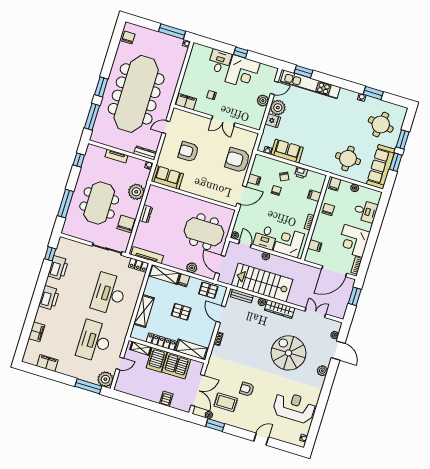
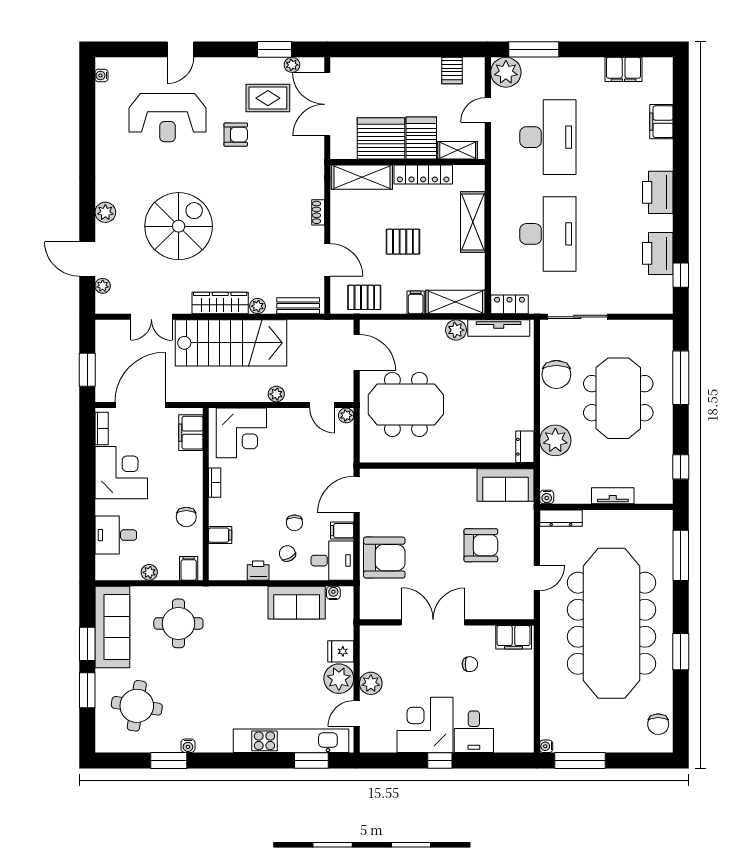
window: (101, 87) -> (681, 652), moved
double door: (223, 121) -> (433, 622), width x1.37
dresser: (146, 214) -> (525, 447), moved
desk: (266, 237) -> (332, 561), moved, turned 90
filing cabinet: (315, 246) -> (191, 433), width x2.00
plant: (192, 268) -> (456, 330), moved
stairs: (262, 282) -> (231, 343), moved
spiral stairs: (288, 353) -> (179, 226), turned -90
server rack: (166, 399) -> (452, 71), moved
reception desk: (294, 407) -> (167, 118), moved

